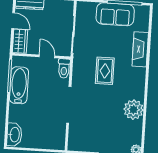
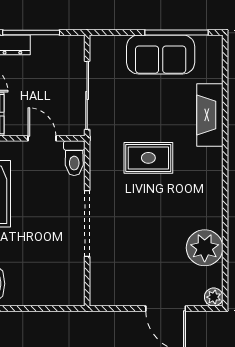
rug: (105, 71) -> (148, 158), turned 90
plant: (134, 110) -> (205, 248), moved

